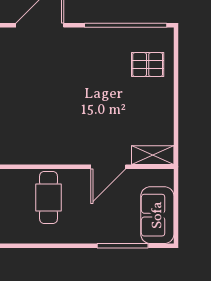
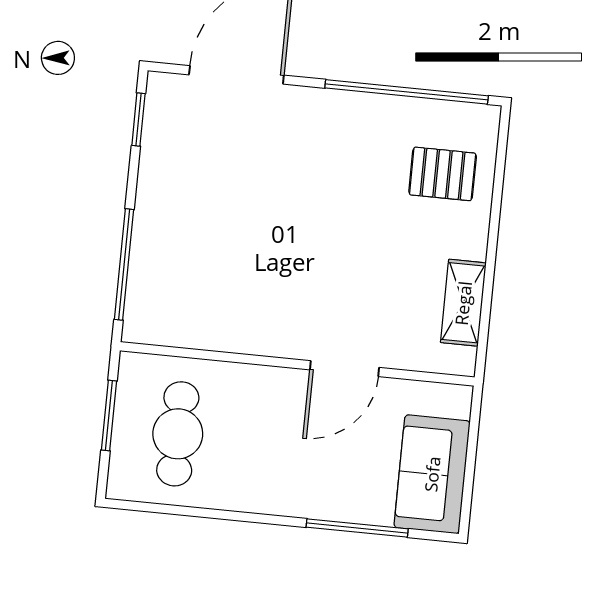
shelving: (153, 155) -> (463, 303), moved, turned 90
cafe table: (49, 198) -> (178, 434), moved

